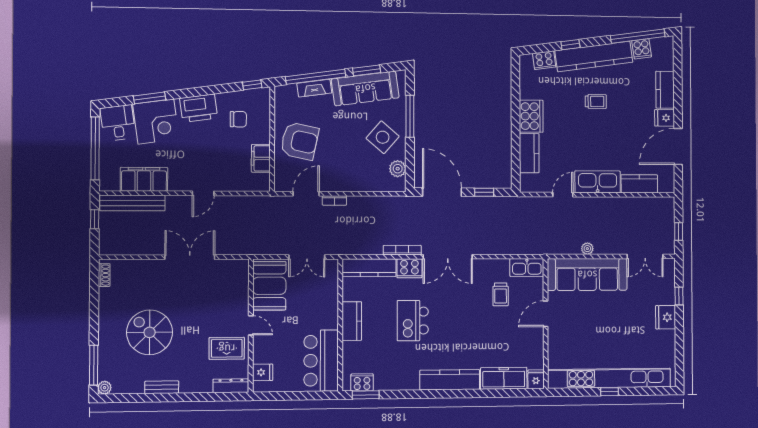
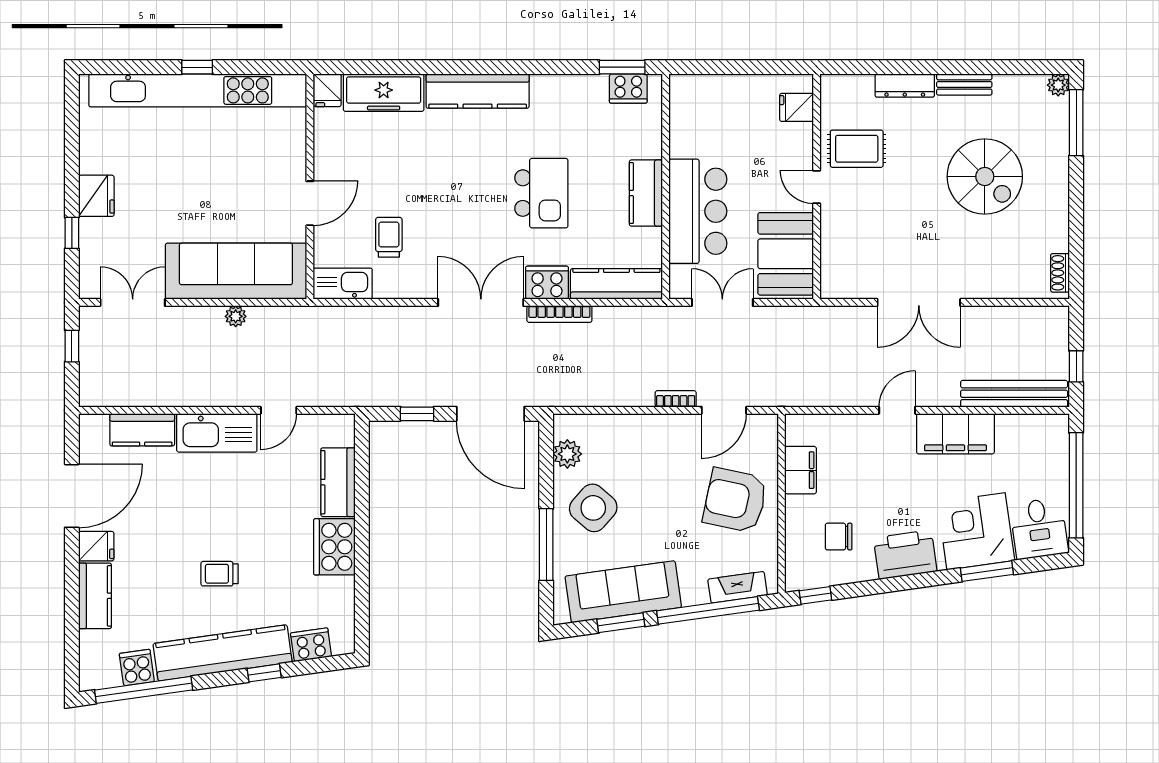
fireplace: (314, 88) -> (738, 587), moved
filing cabinet: (144, 179) -> (955, 434), moved
bar counter: (321, 361) -> (698, 211), moved
dresser: (231, 386) -> (905, 86), moved

